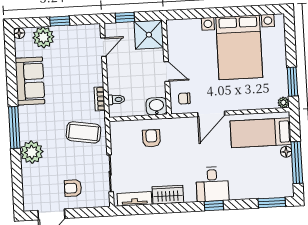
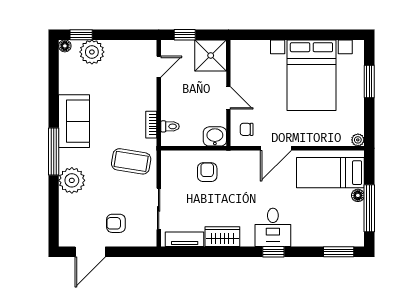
window: (60, 21) -> (81, 35), moved
sofa: (30, 81) -> (74, 121), moved
window: (292, 82) -> (369, 81), moved

